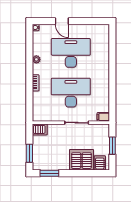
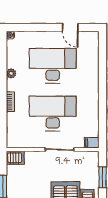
door: (62, 21) -> (70, 27), moved

